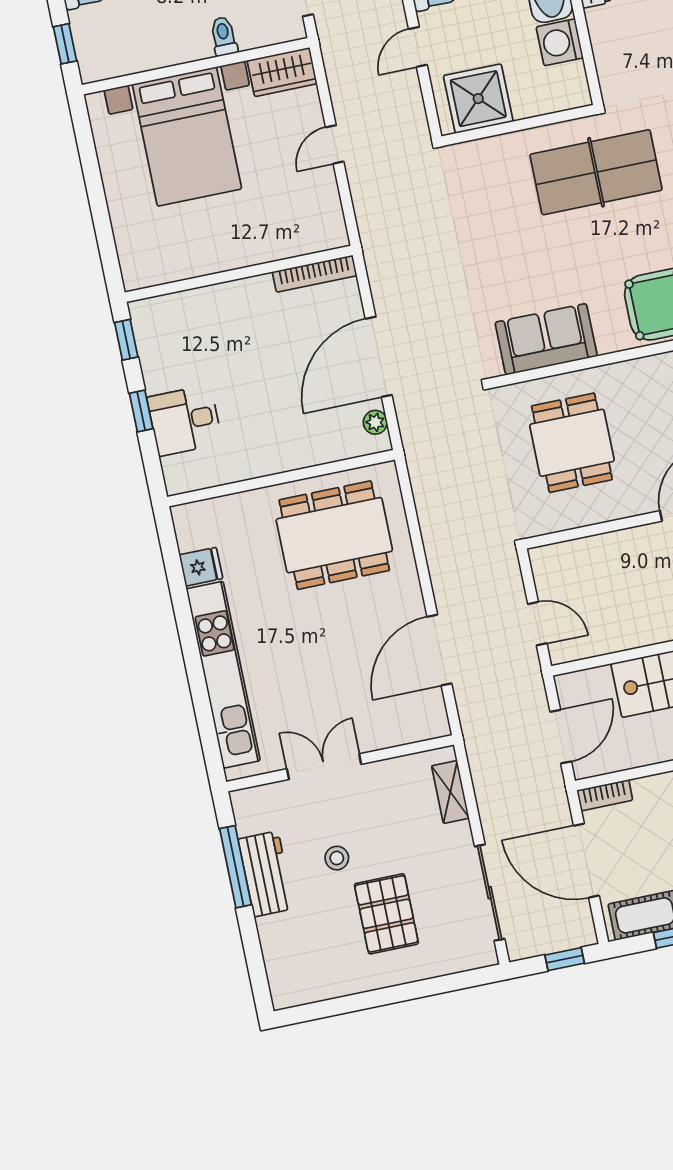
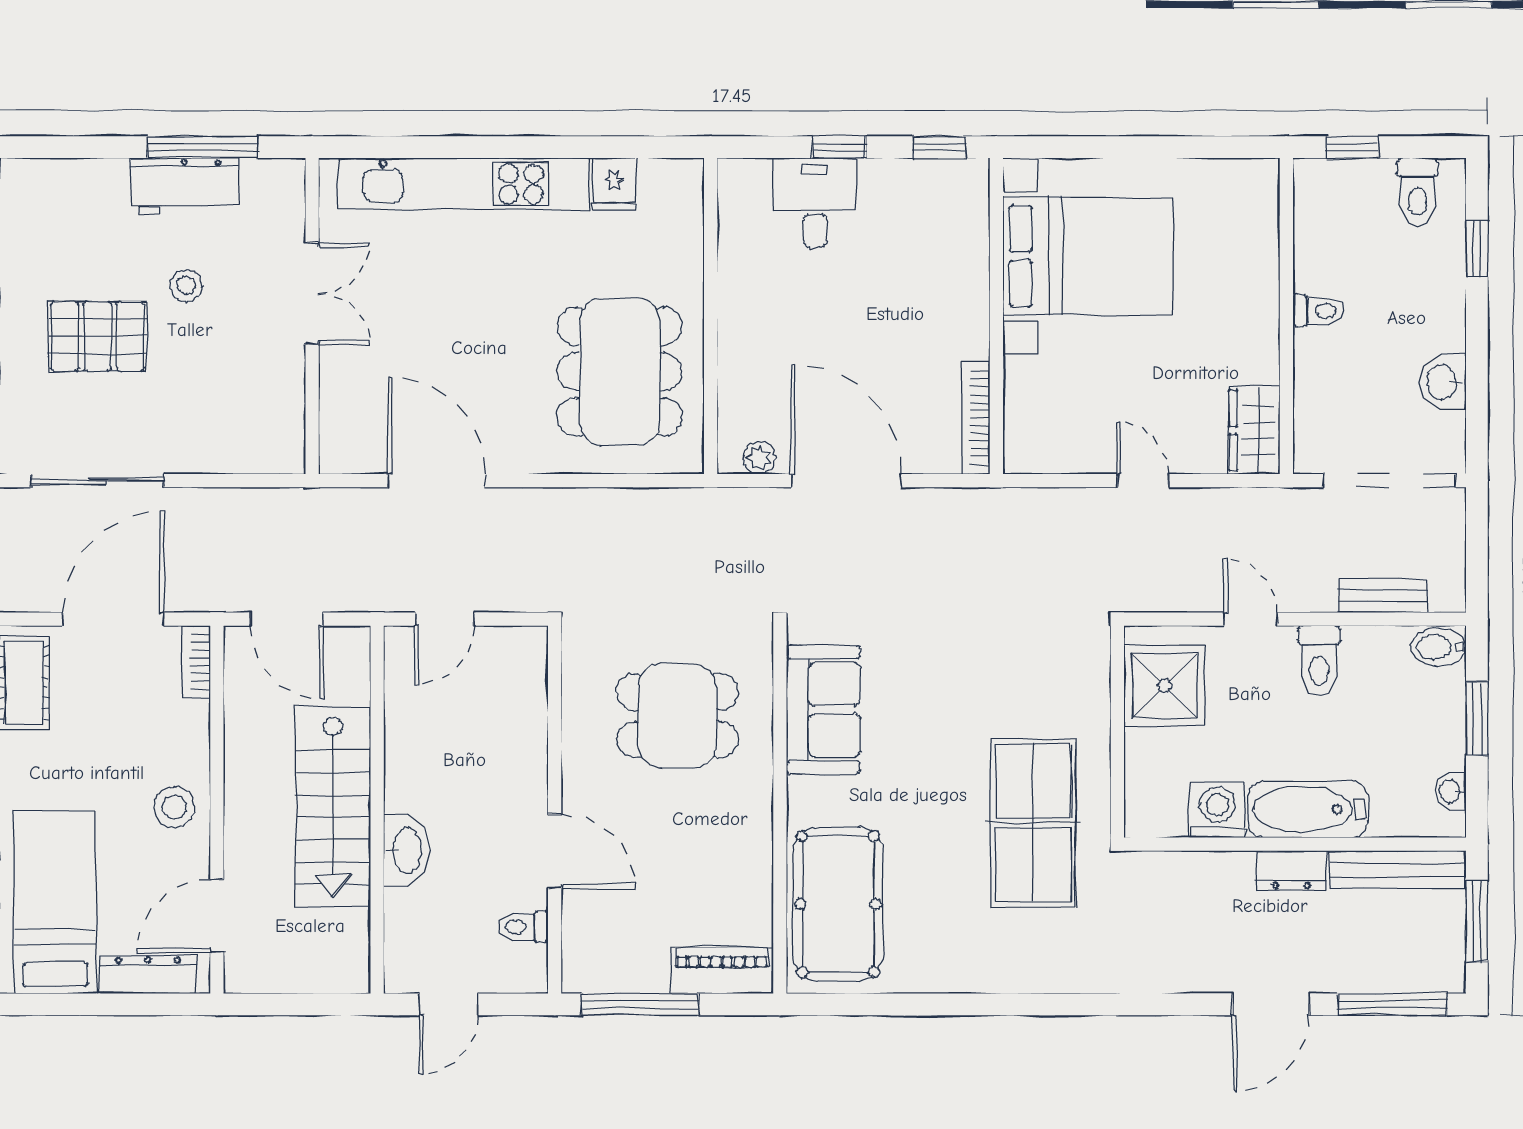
toilet: (224, 36) -> (1319, 311), moved
bed with nightstands: (187, 137) -> (1088, 256), moved, turned 180
shelving: (450, 792) -> (243, 456), removed

